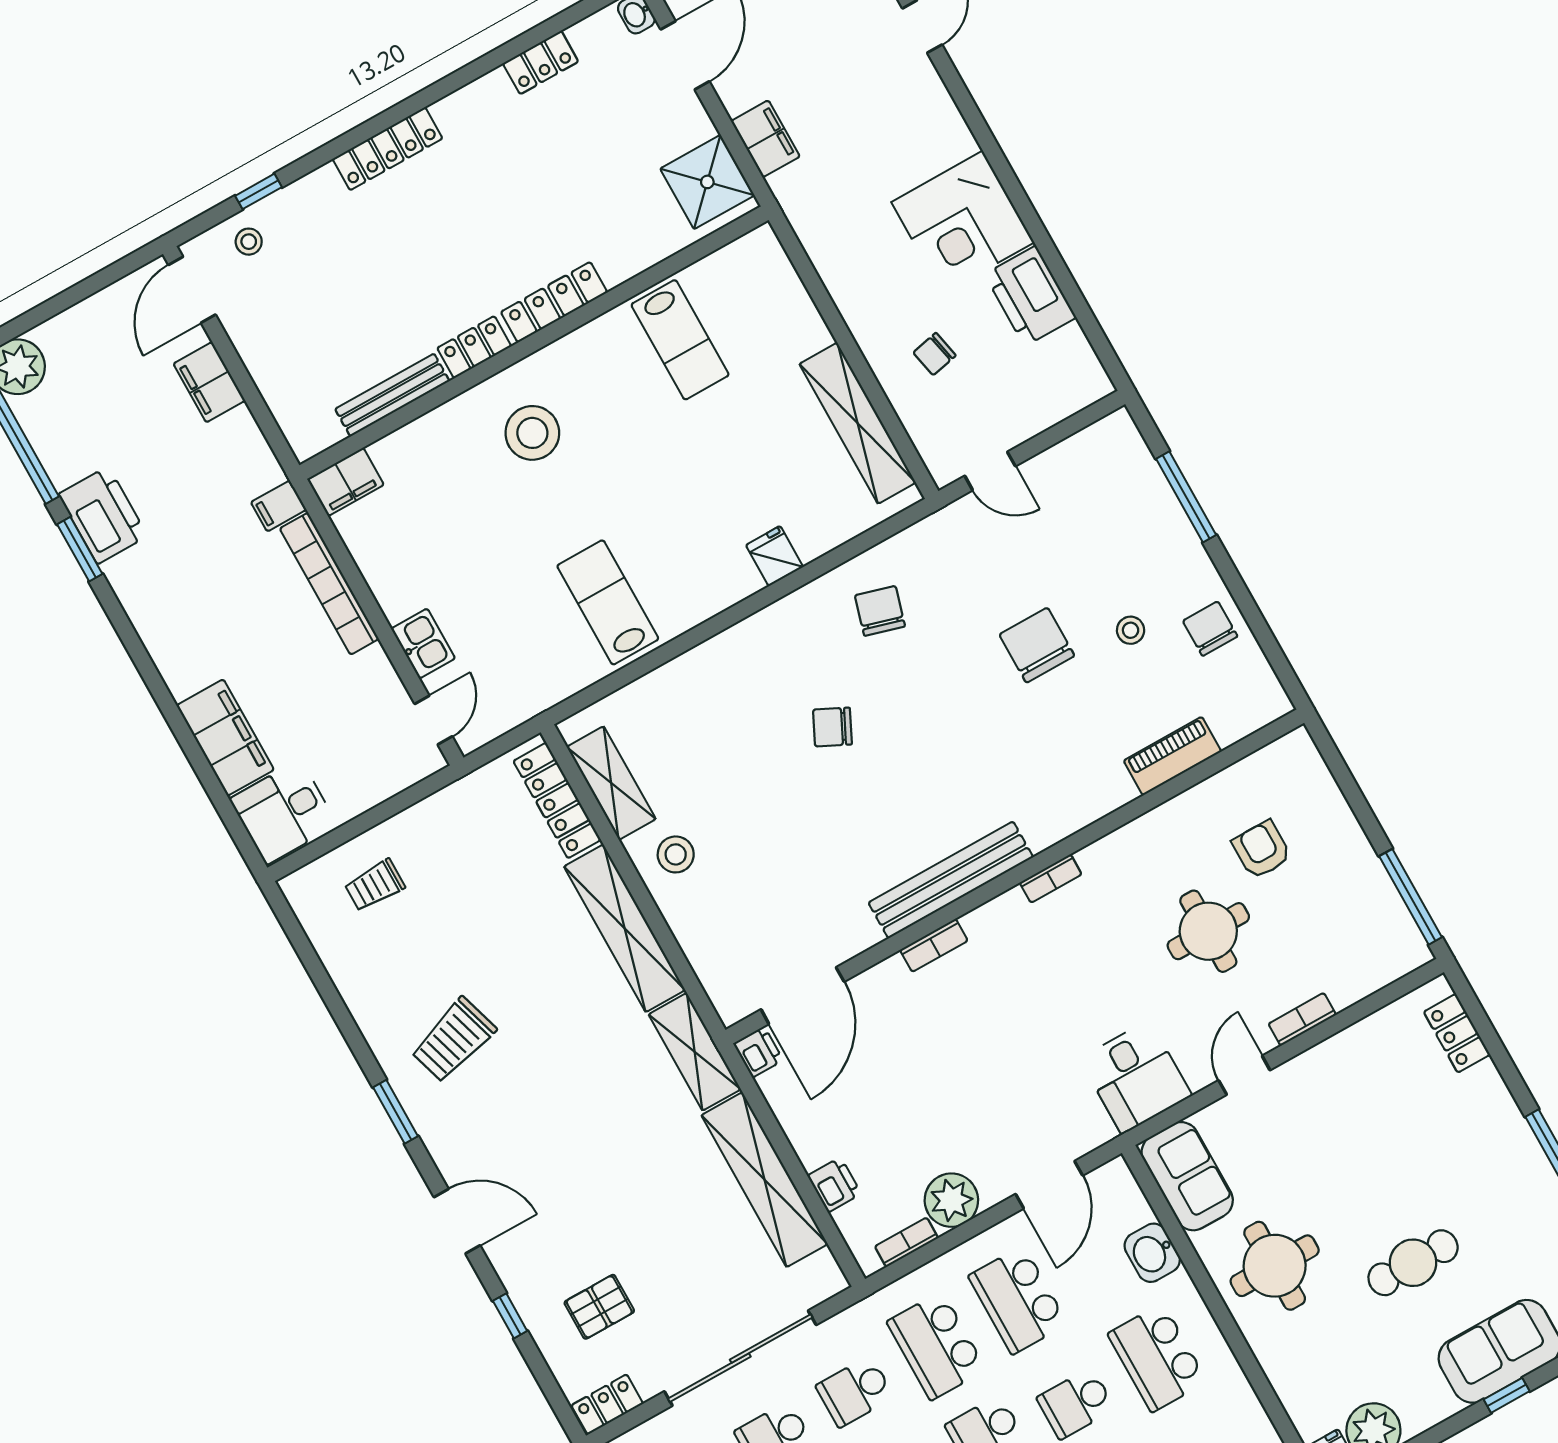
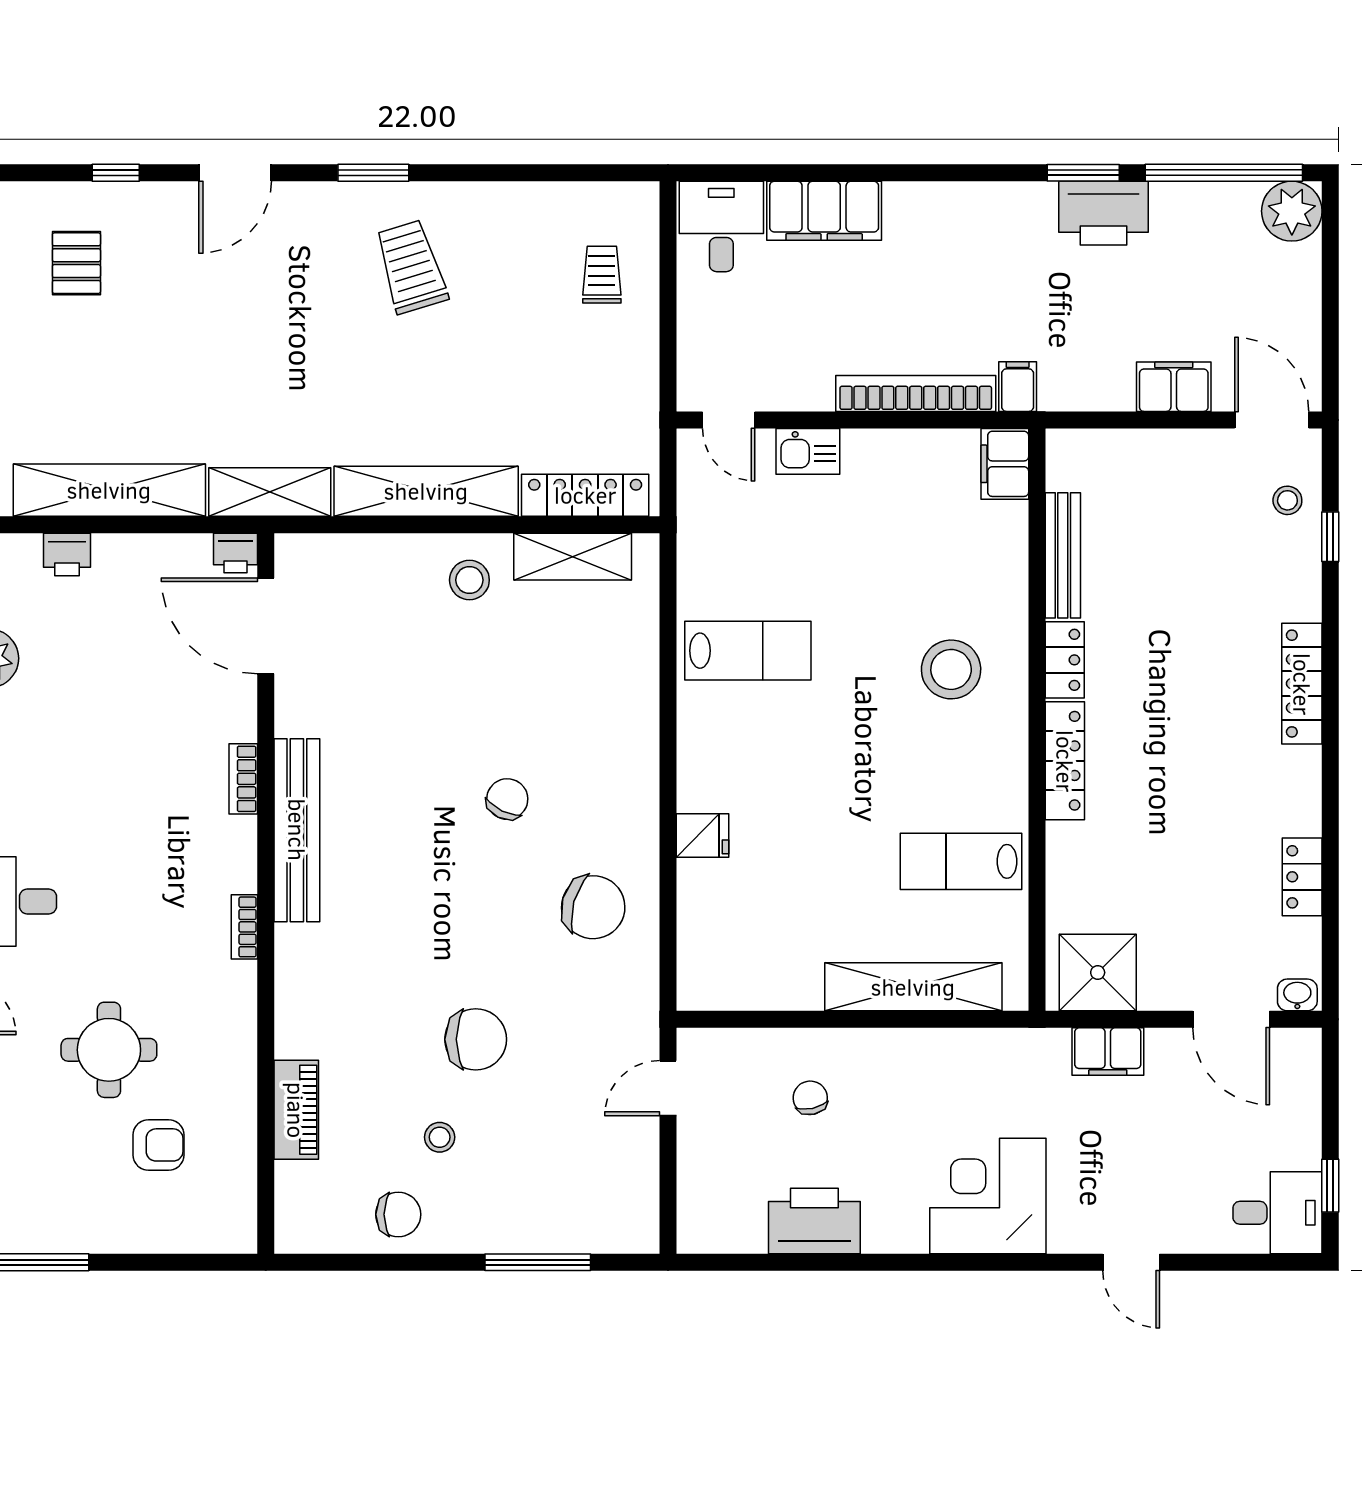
corner desk: (963, 222) -> (988, 1196), moved
shelving: (858, 423) -> (913, 987), moved
chair: (880, 611) -> (593, 907), width x1.37, depth x1.37

